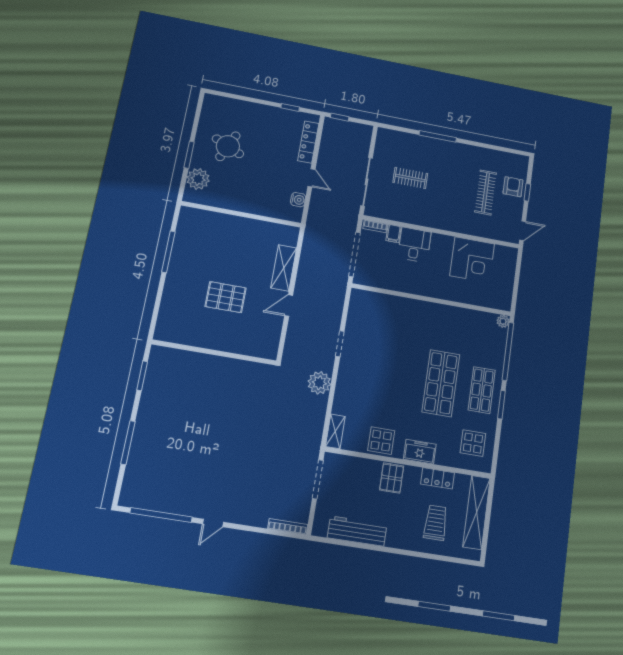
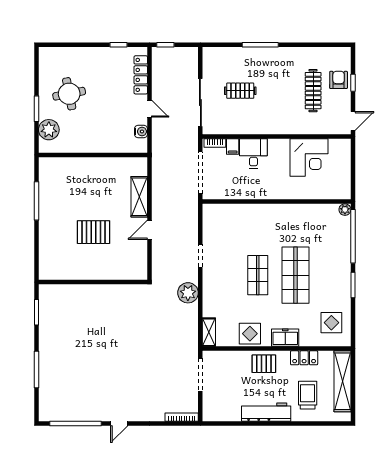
round table: (228, 146) -> (69, 94), turned -35
shop shelf: (482, 390) -> (258, 275), moved
pallet: (392, 478) -> (264, 364), turned 90
workbench: (357, 531) -> (266, 412), moved

